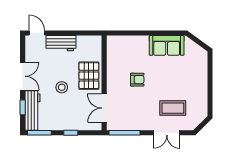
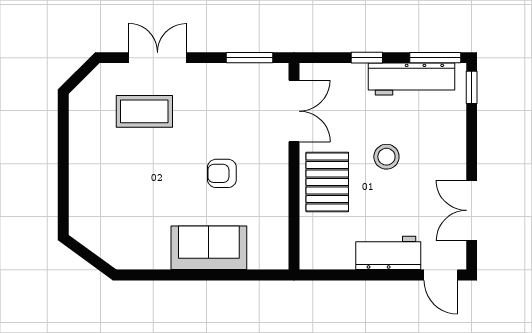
sofa: (167, 45) -> (209, 248), moved
double door: (23, 76) -> (472, 210), moved
window: (23, 107) -> (472, 87), moved
workbench: (33, 111) -> (411, 79), moved, turned -90
window: (125, 133) -> (249, 58), width x0.69

